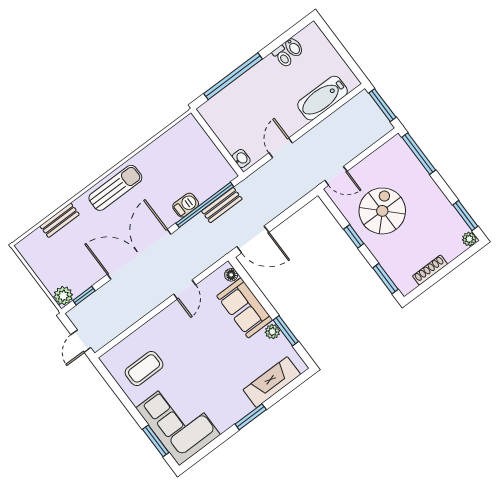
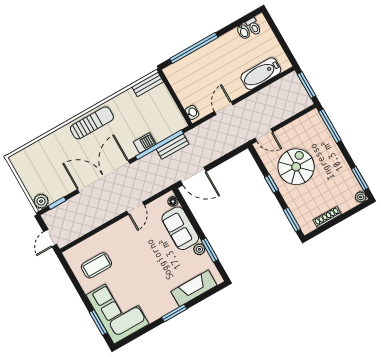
toilet: (283, 57) -> (254, 27), moved
bench: (60, 220) -> (148, 84), moved

